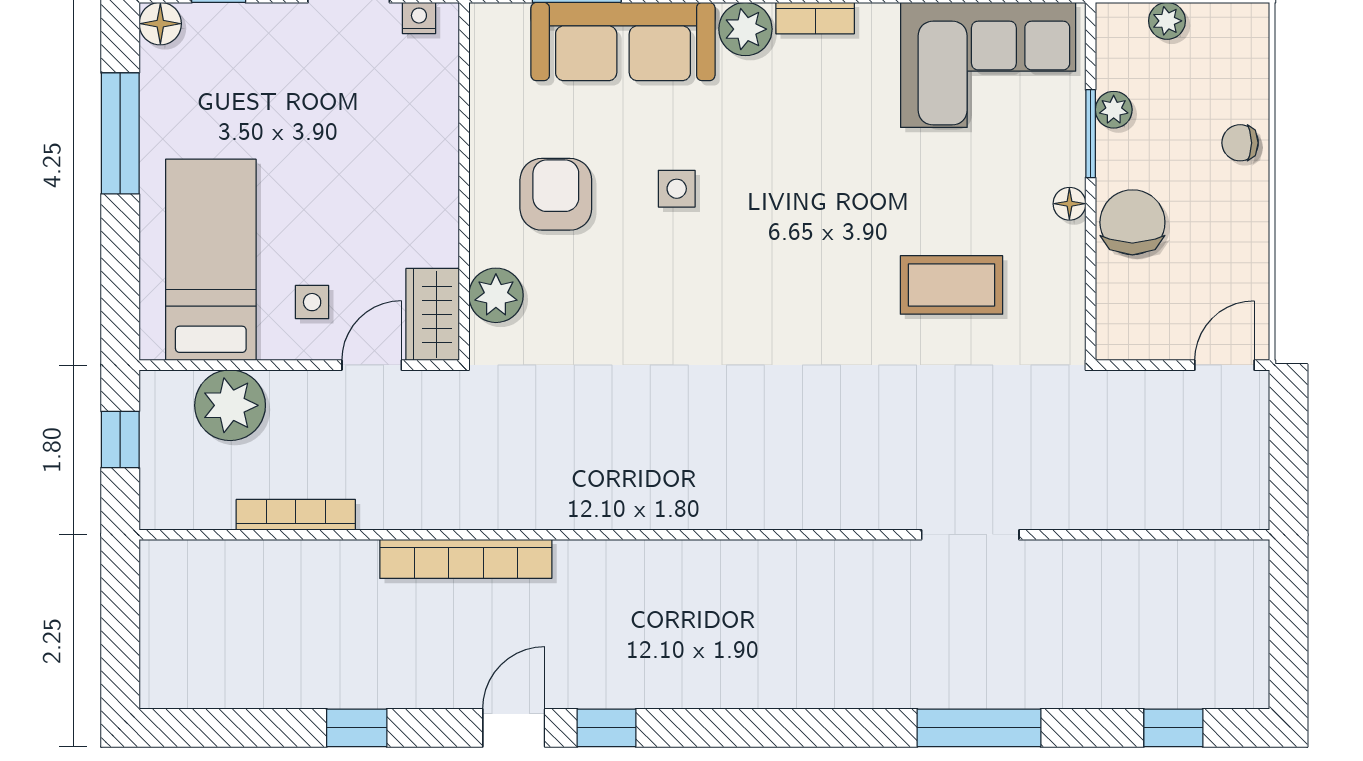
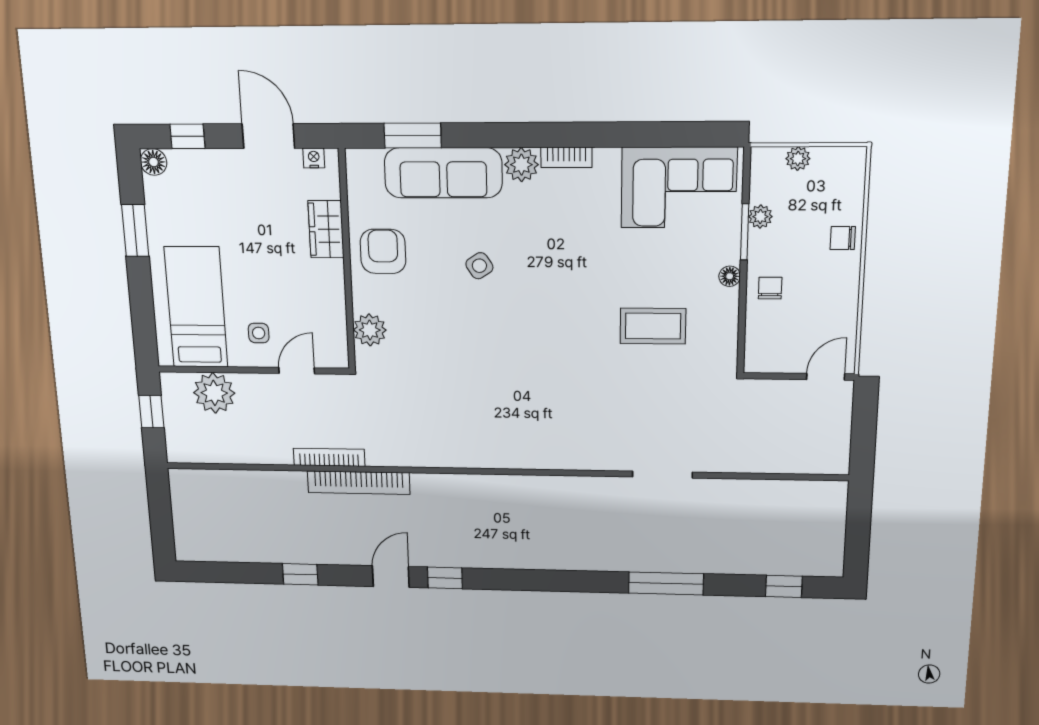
window: (120, 133) -> (135, 230), width x0.69
side table: (677, 189) -> (479, 266), turned -33
armchair: (556, 194) -> (383, 251), moved
chair: (1132, 222) -> (770, 288), width x0.54, depth x0.54
wardrobe: (433, 314) -> (326, 229), moved
bookcase: (296, 515) -> (329, 457), moved

